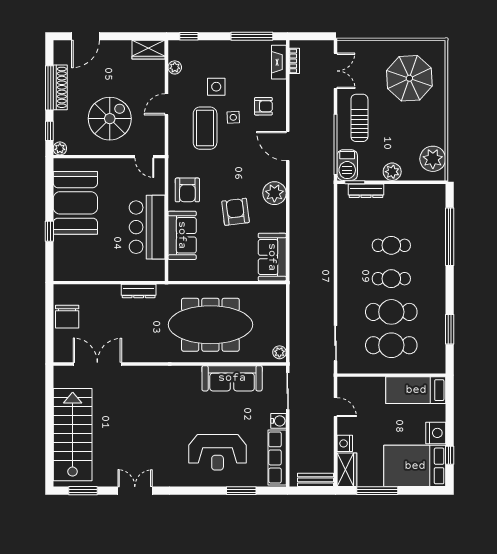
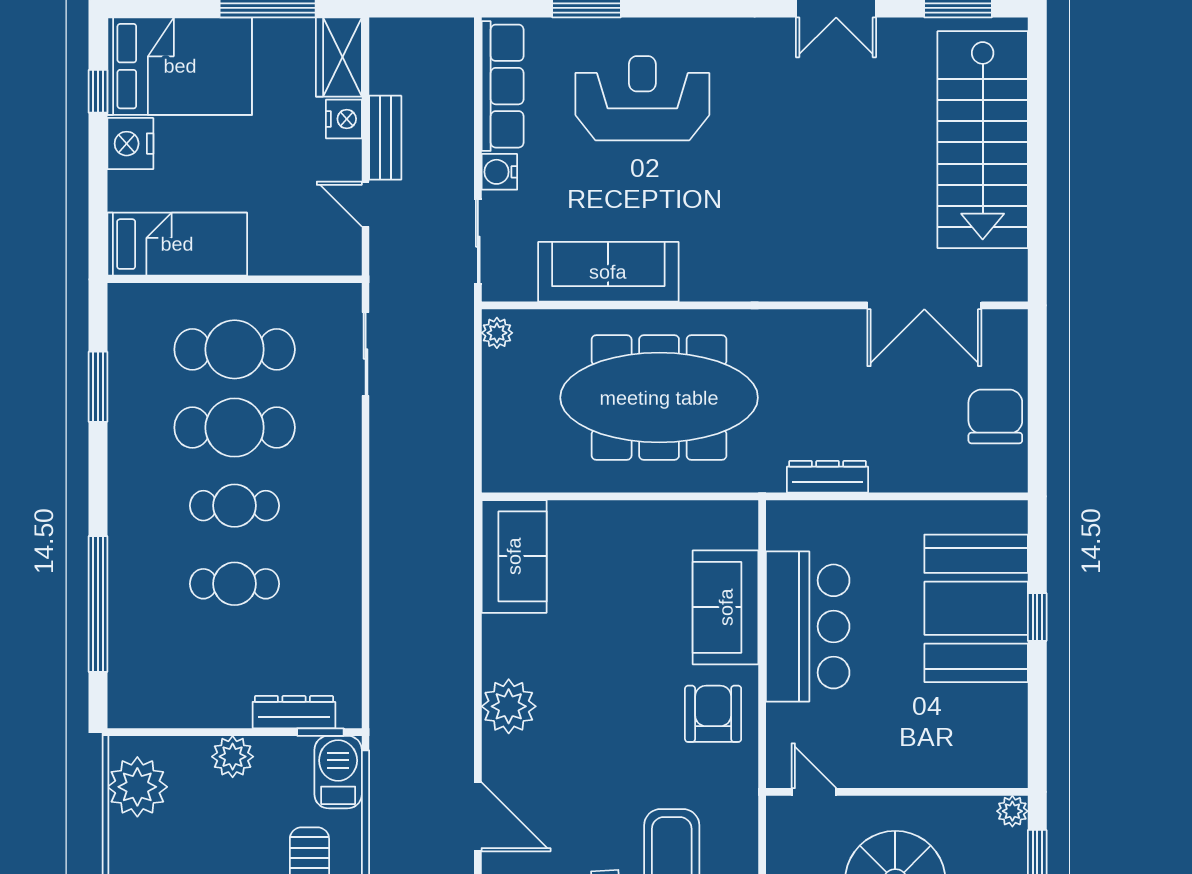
booth: (75, 203) -> (976, 608), moved
armchair: (236, 212) -> (600, 663), removed
bench: (315, 480) -> (385, 138), moved, turned 90

